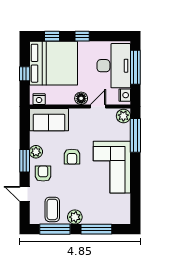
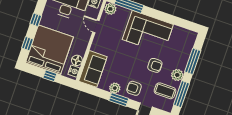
floor lamp: (81, 98) -> (77, 60), moved
armchair: (72, 157) -> (155, 65), moved

